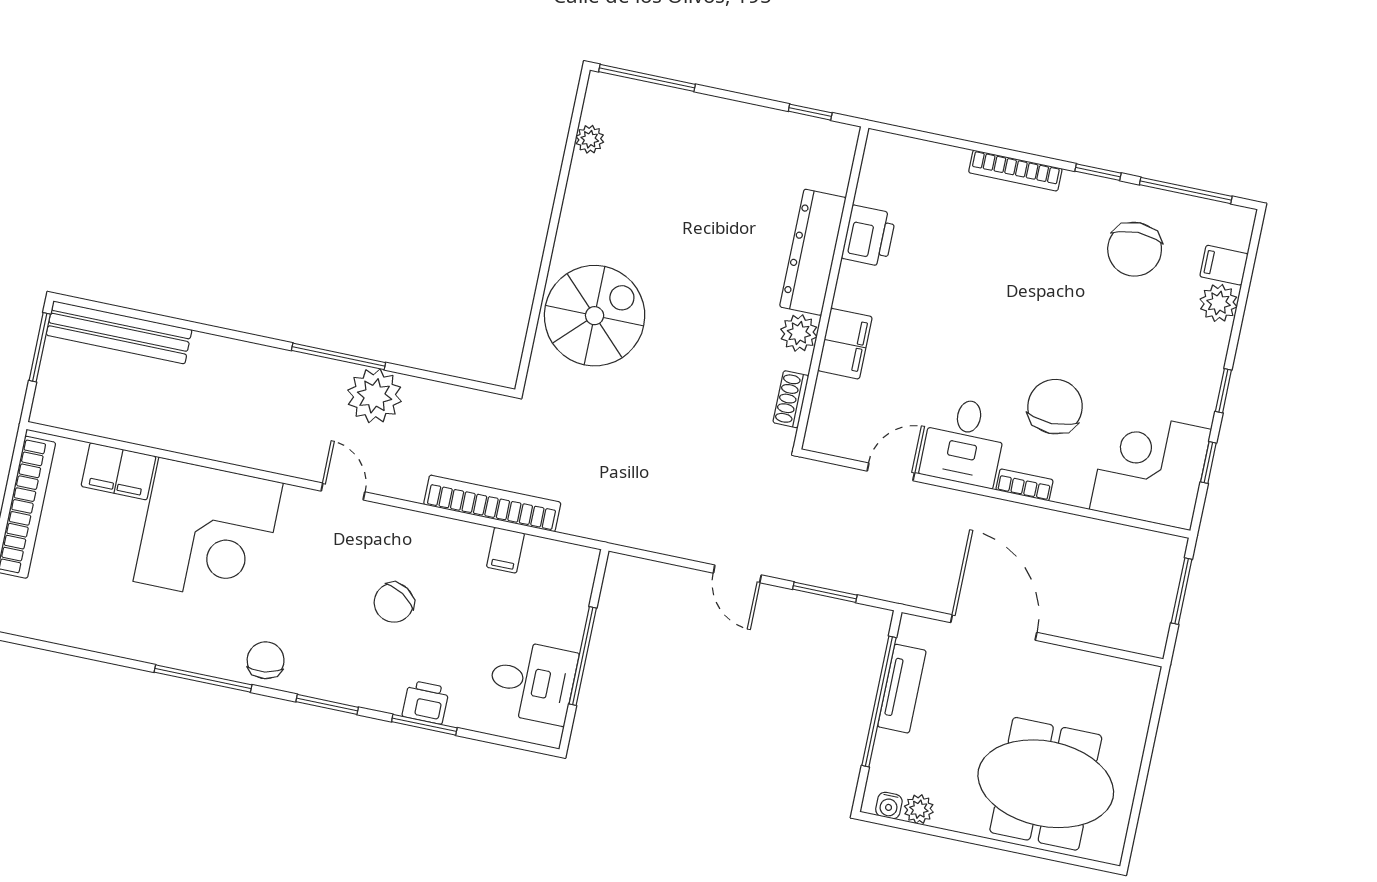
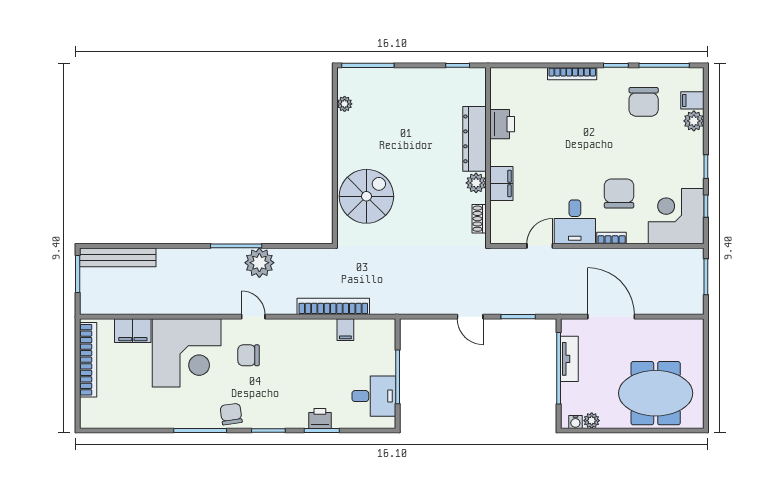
chair: (394, 603) -> (248, 355), moved, turned 58

